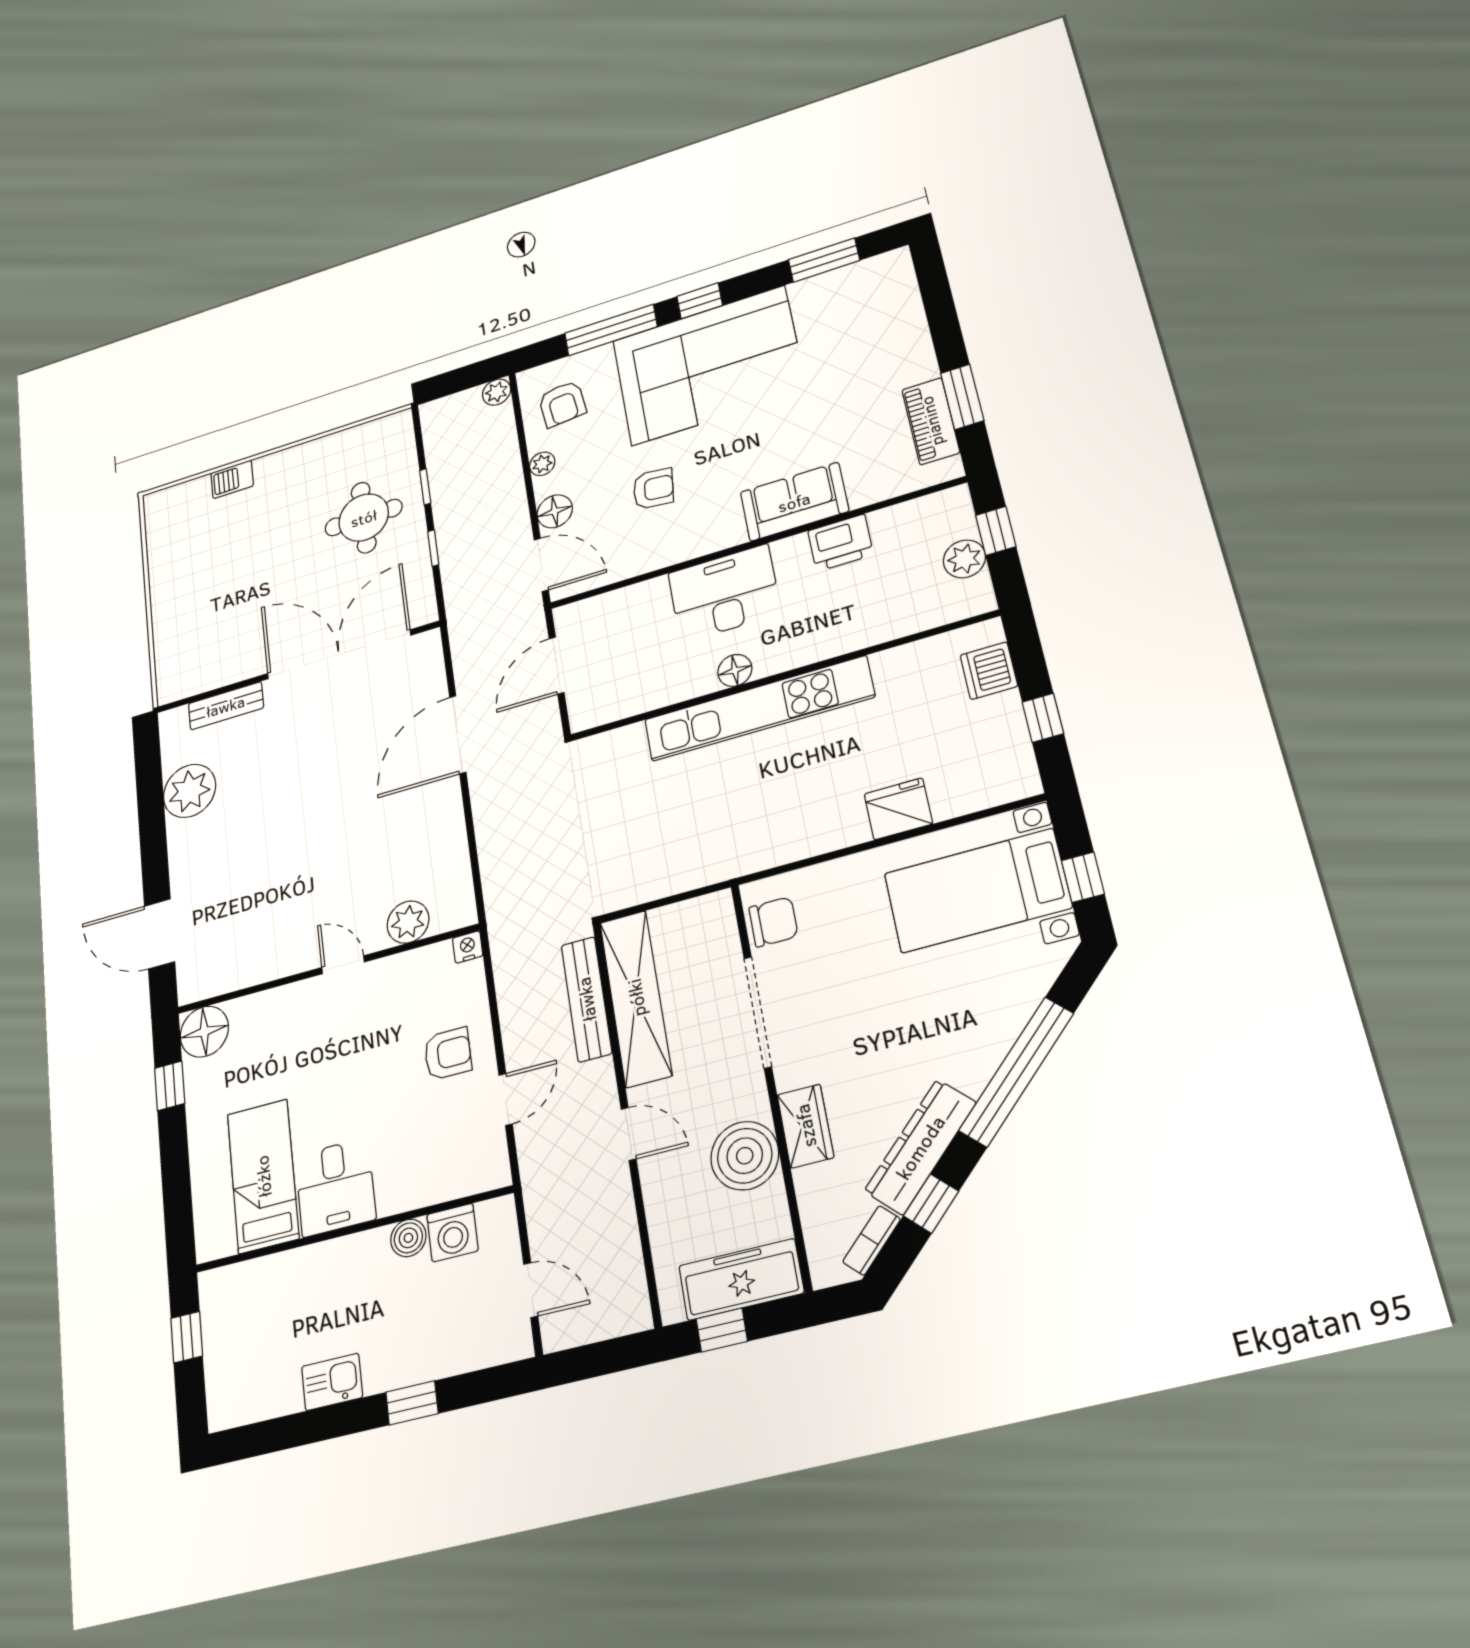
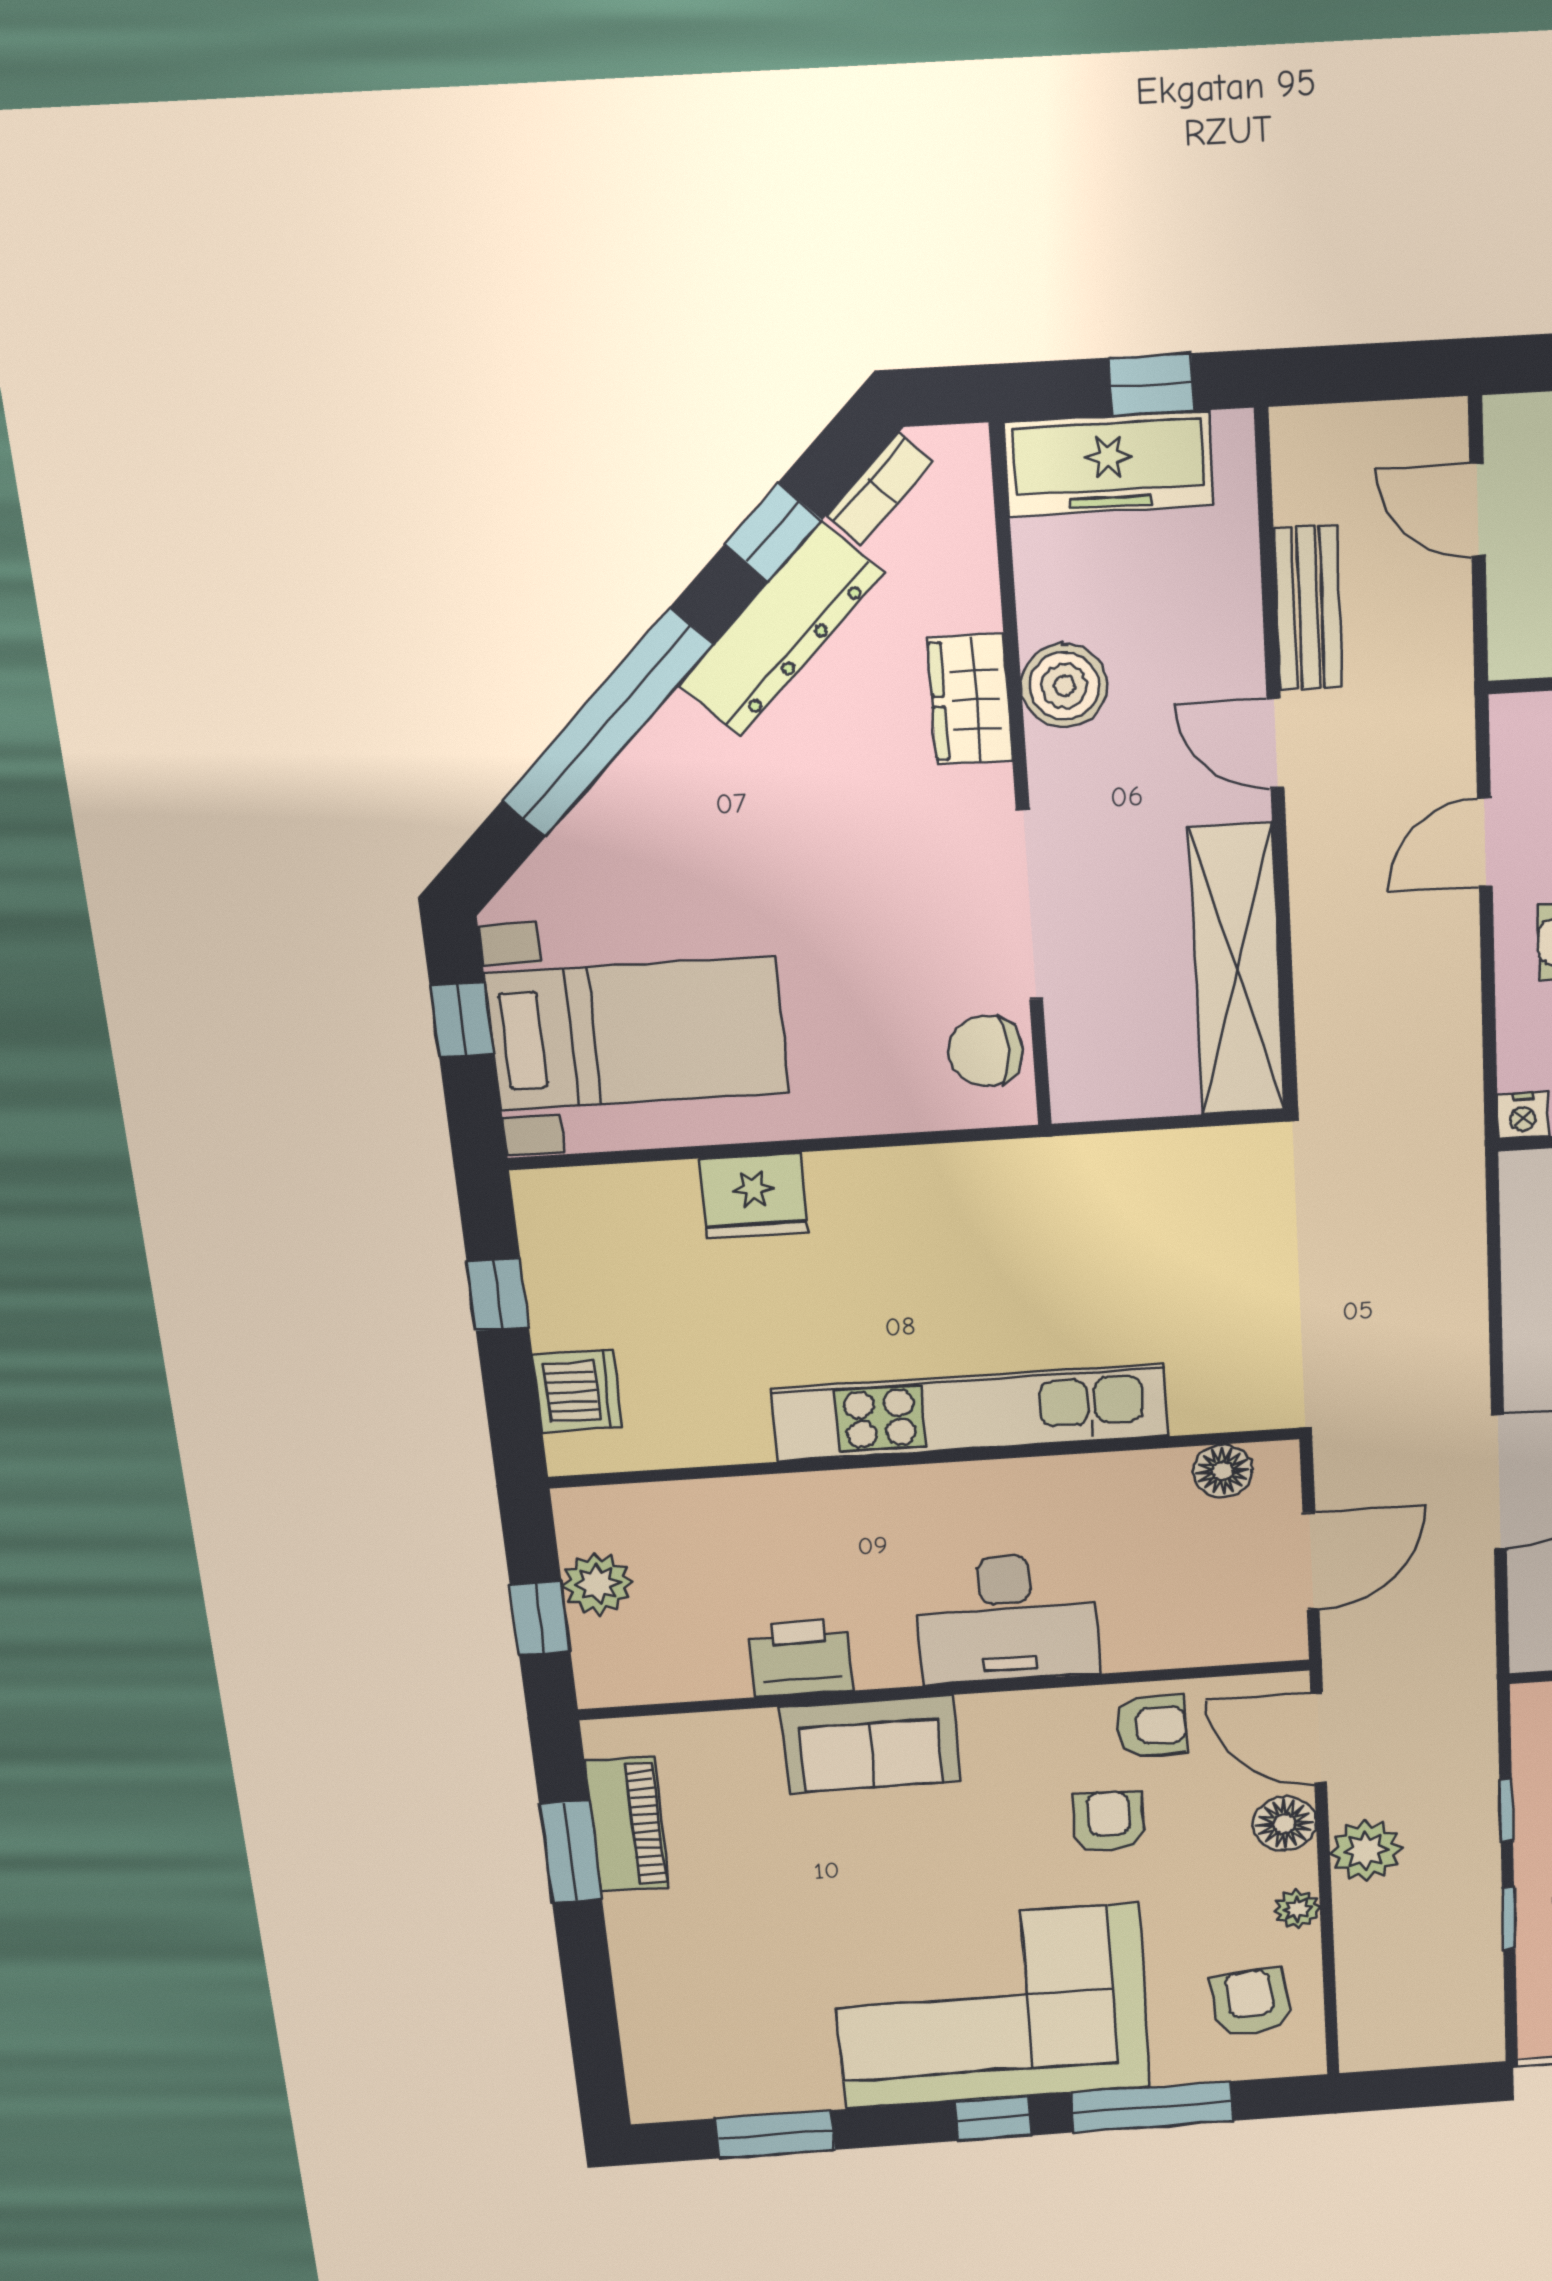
plant: (497, 392) -> (1366, 1851), moved, width x1.38, depth x1.38
armchair: (653, 489) -> (1109, 1822), turned 84
armchair: (636, 550) -> (1151, 1726), added
floor lamp: (735, 670) -> (1223, 1471), moved
bench: (586, 999) -> (1308, 608), moved, width x0.73
boiler: (745, 1156) -> (1064, 686), width x0.73, depth x0.73

